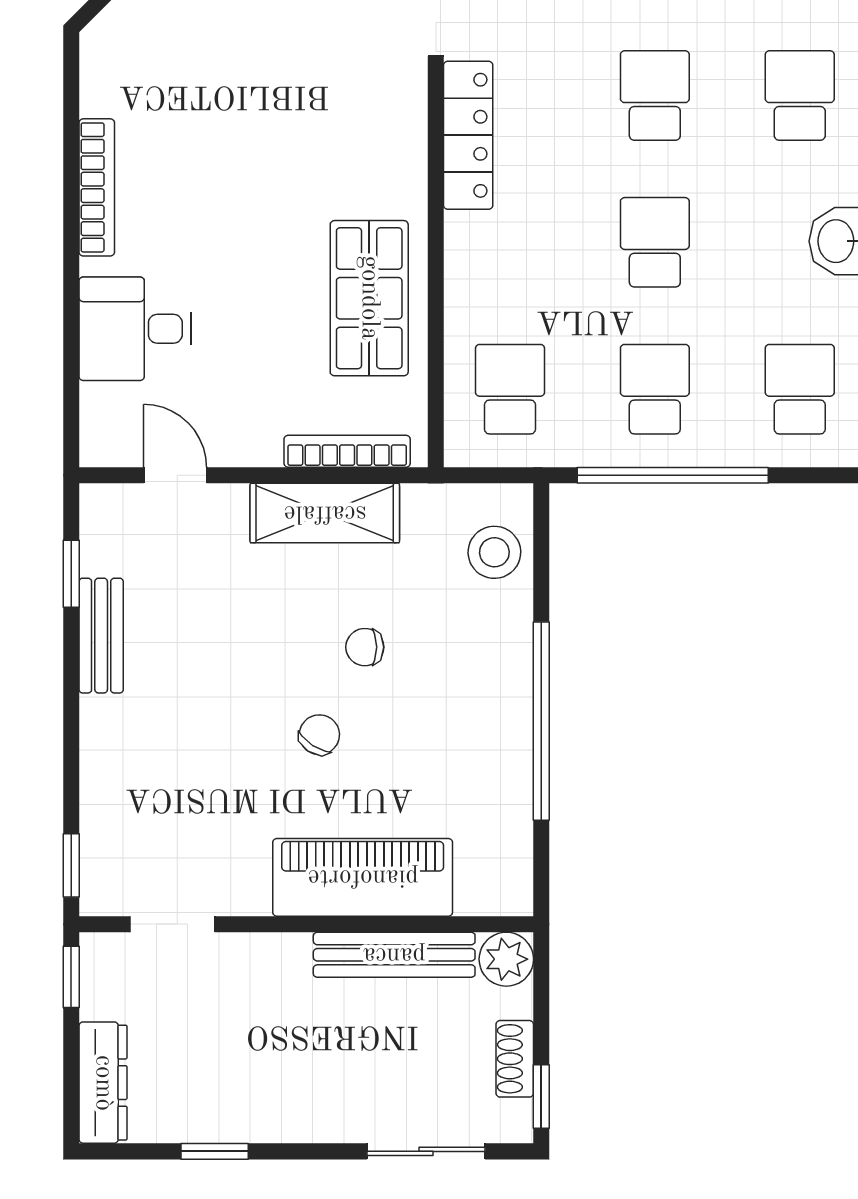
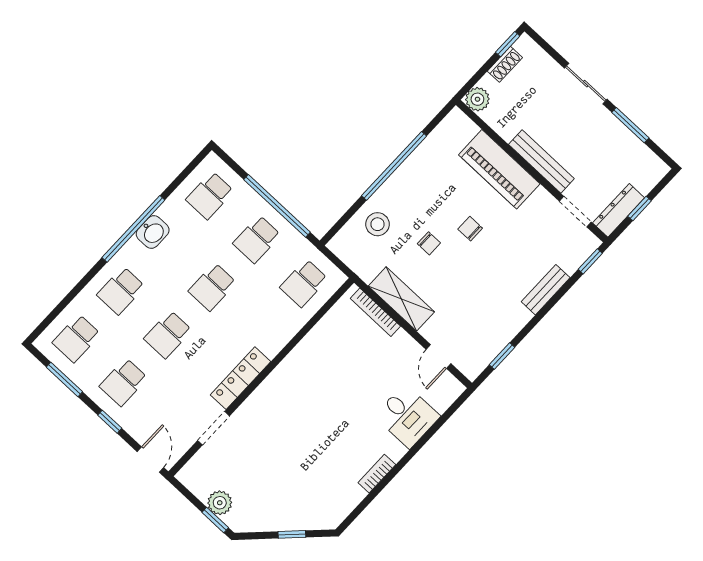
bookcase: (97, 187) -> (377, 474), width x0.64
shop shelf: (369, 298) -> (322, 355), removed
stool: (494, 552) -> (378, 224), moved
bench: (101, 636) -> (546, 290), moved
chair: (319, 735) -> (470, 229), turned 57
bench: (394, 955) -> (541, 162), moved
window: (71, 977) -> (640, 209), moved
dresser: (103, 1083) -> (619, 210), moved
window: (215, 1151) -> (630, 125), width x1.50
sliding door: (426, 1151) -> (586, 84), moved

